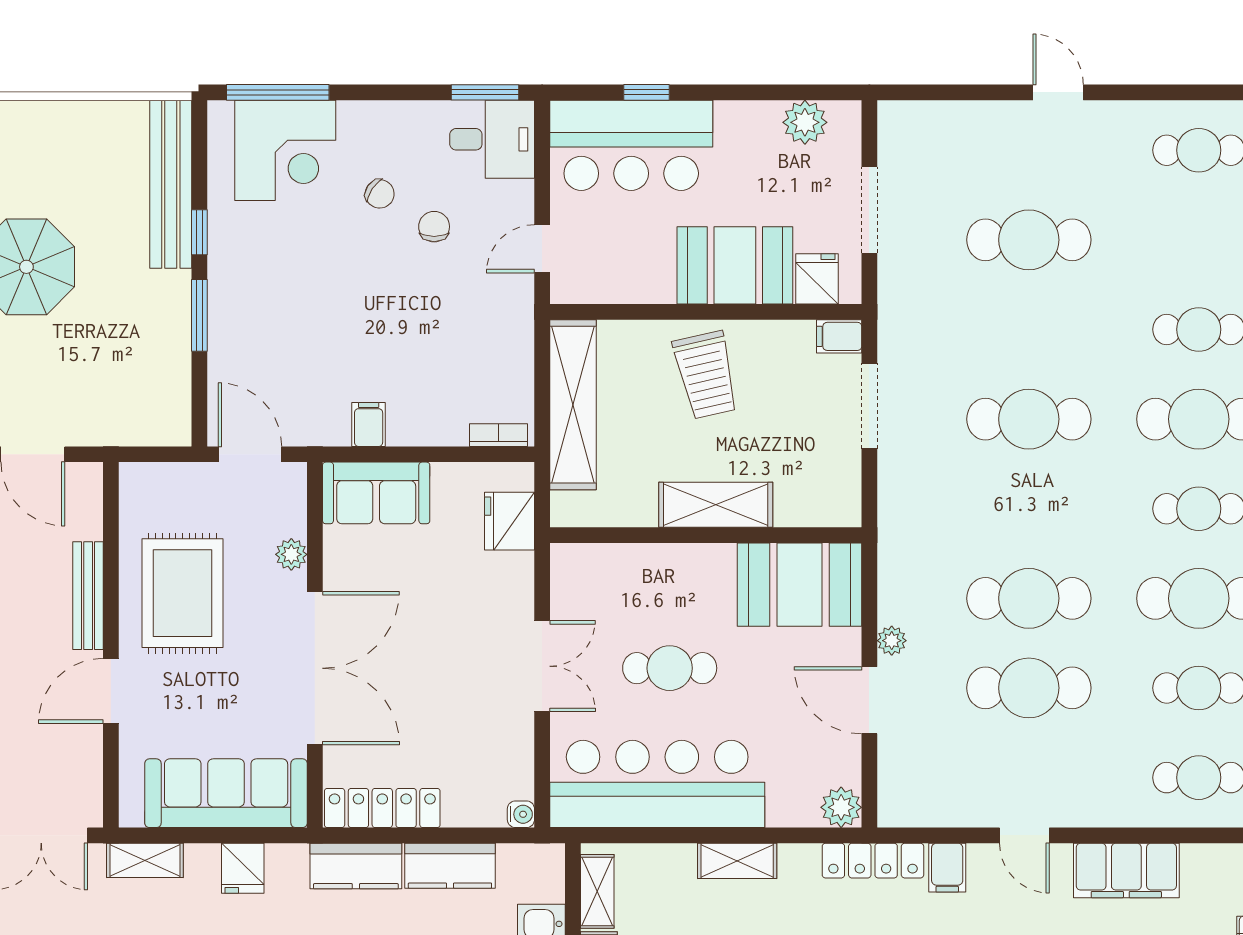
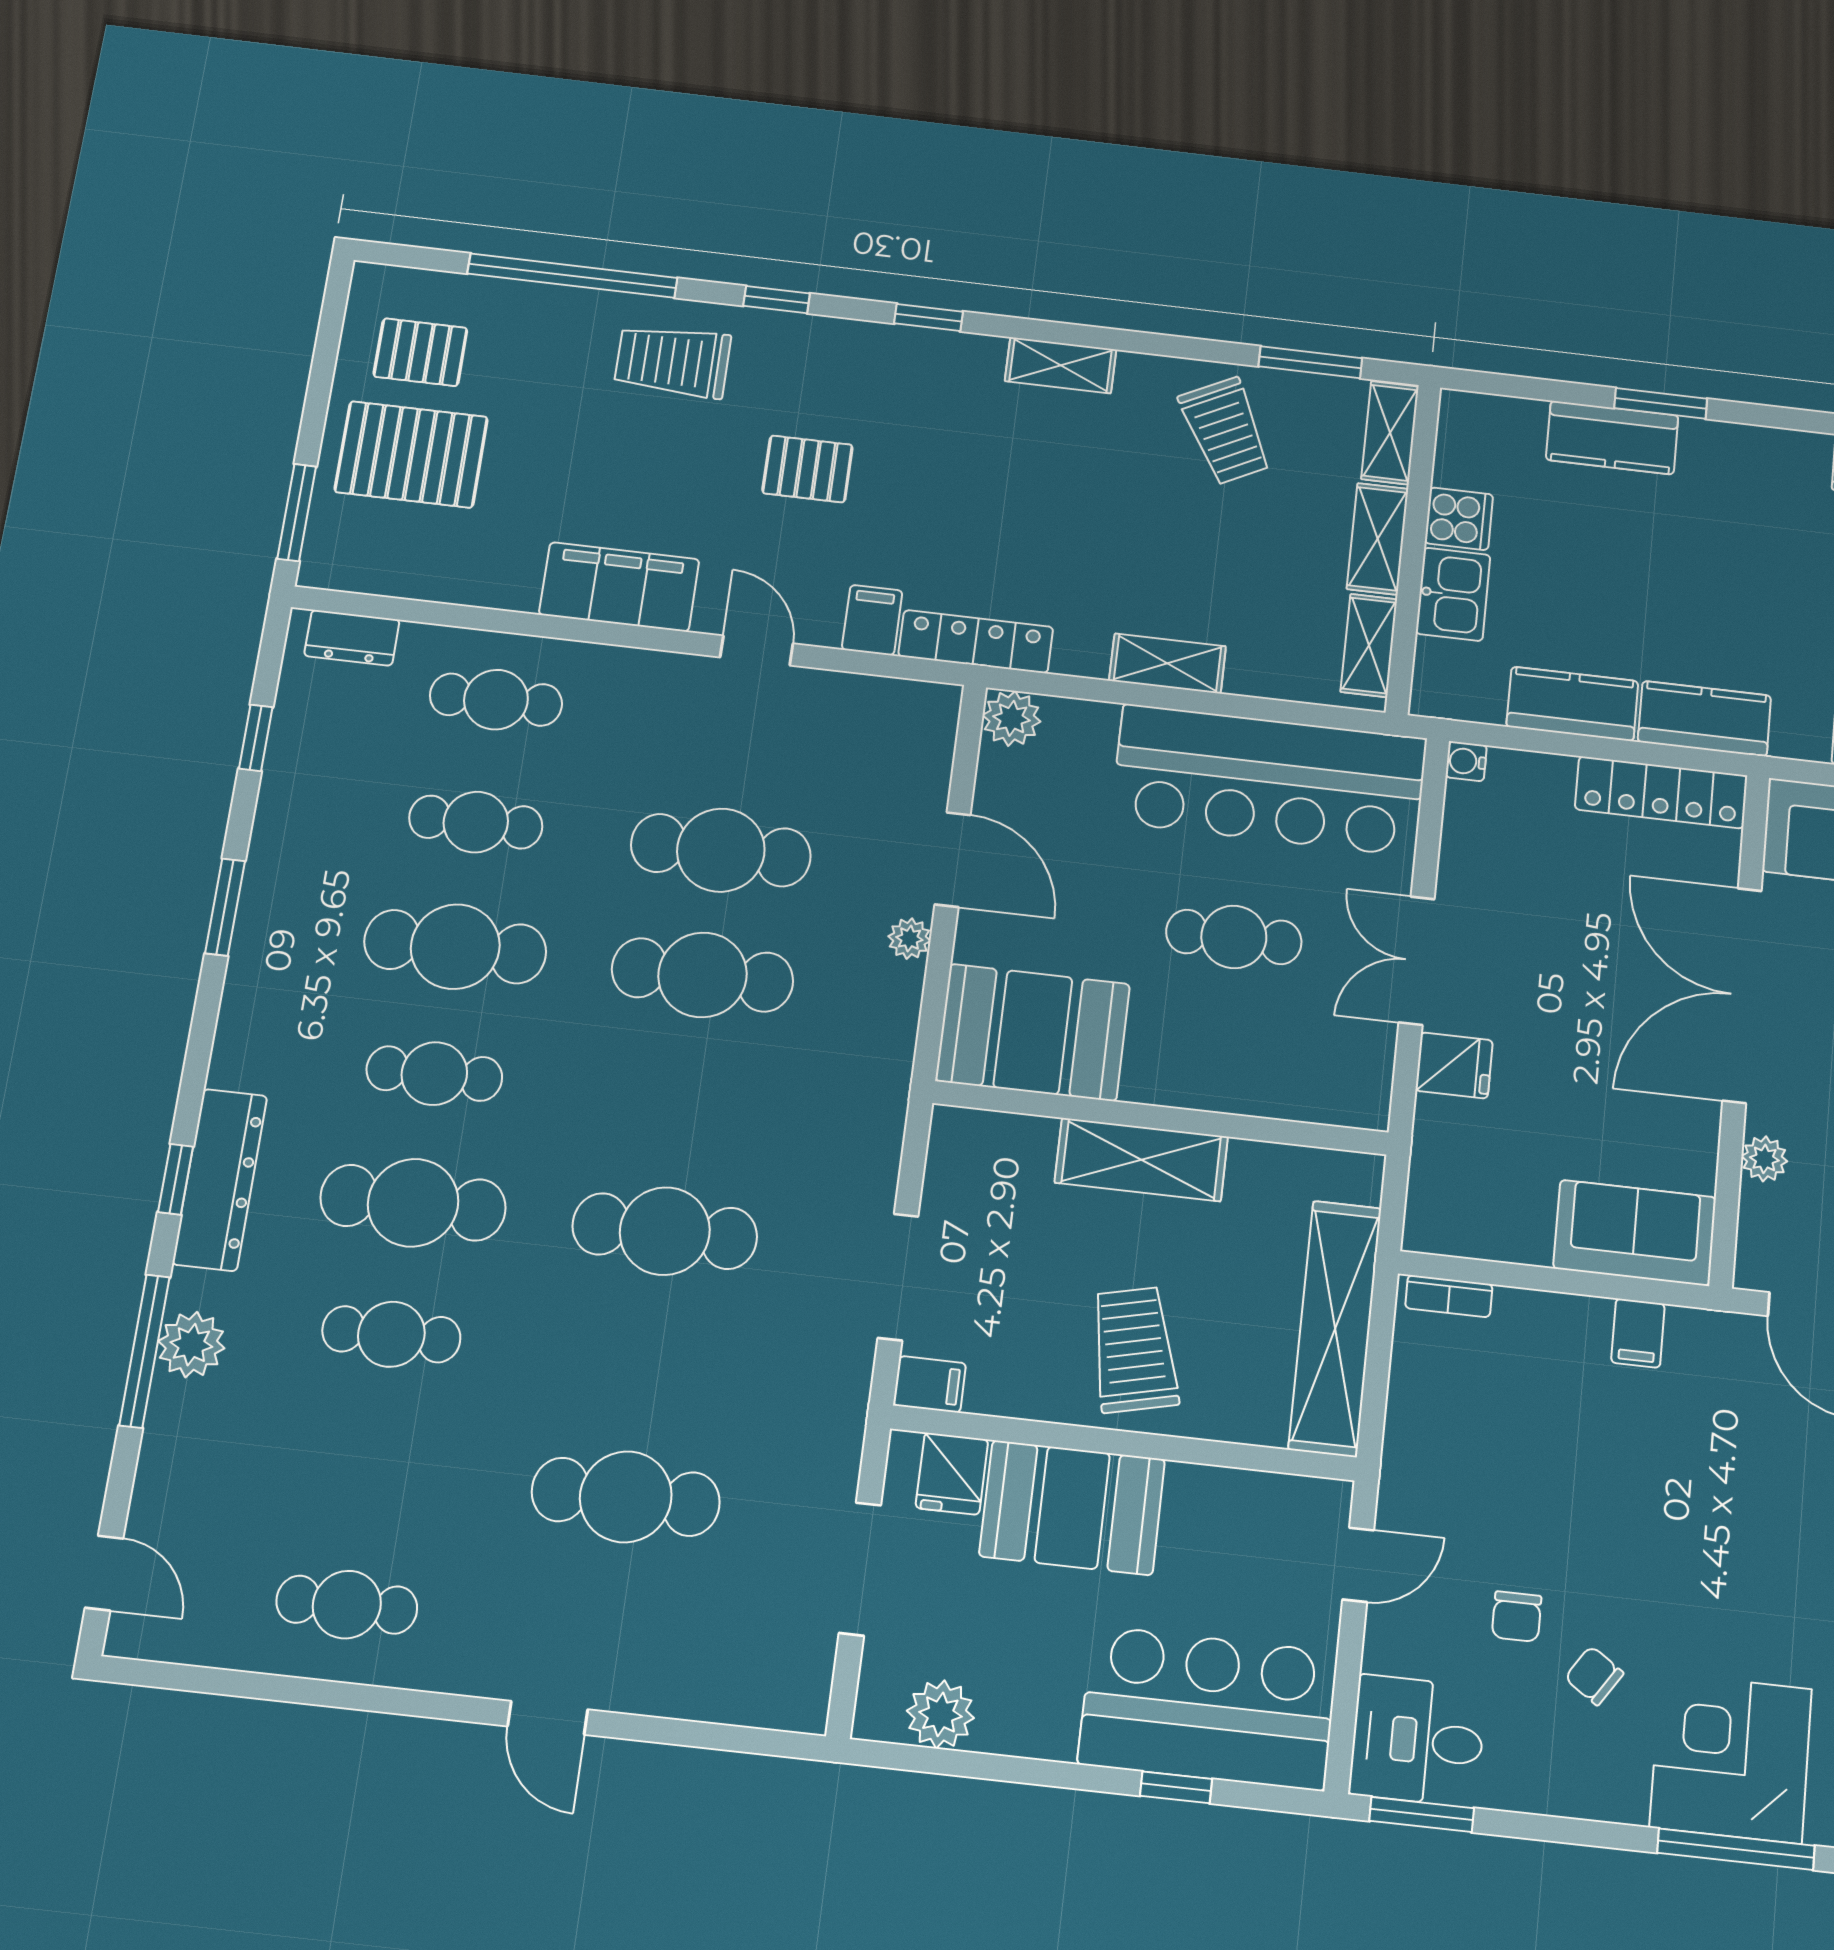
fridge: (509, 521) -> (1454, 1065), moved, width x0.72

